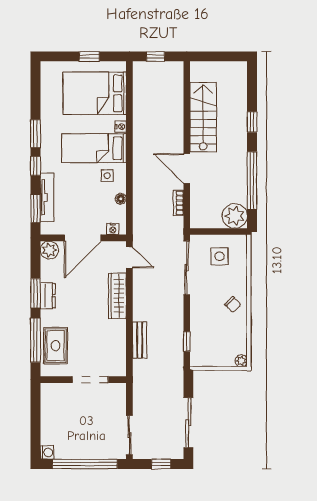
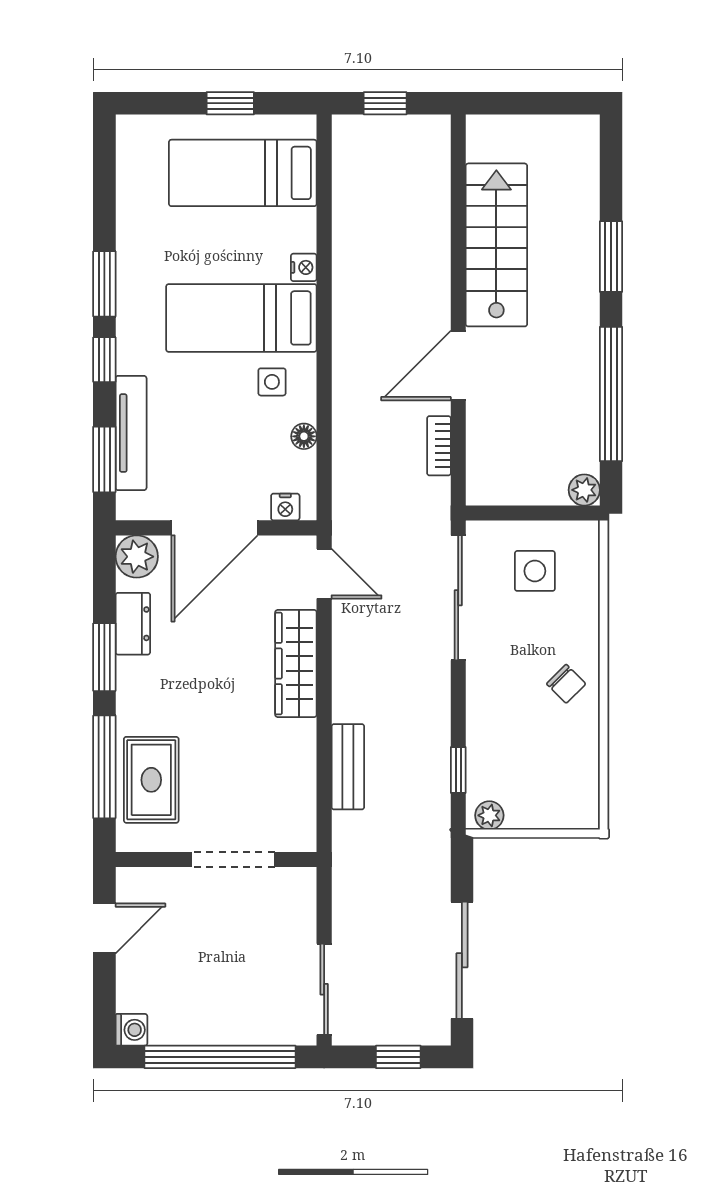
bed: (95, 93) -> (243, 173), width x0.67
window: (252, 122) -> (611, 257), width x1.50
door: (187, 168) -> (458, 365), hinge flipped
plant: (235, 216) -> (584, 490), width x0.53, depth x0.53
dresser: (48, 296) -> (133, 624), moved
plant: (241, 361) -> (489, 815), moved
door: (35, 409) -> (104, 928), added

